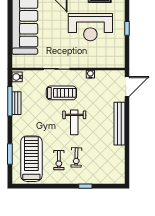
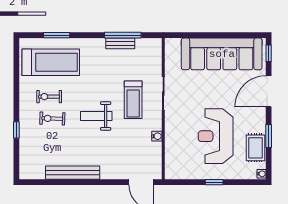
water cooler: (17, 77) -> (153, 44), removed
bench: (119, 124) -> (73, 173), moved

